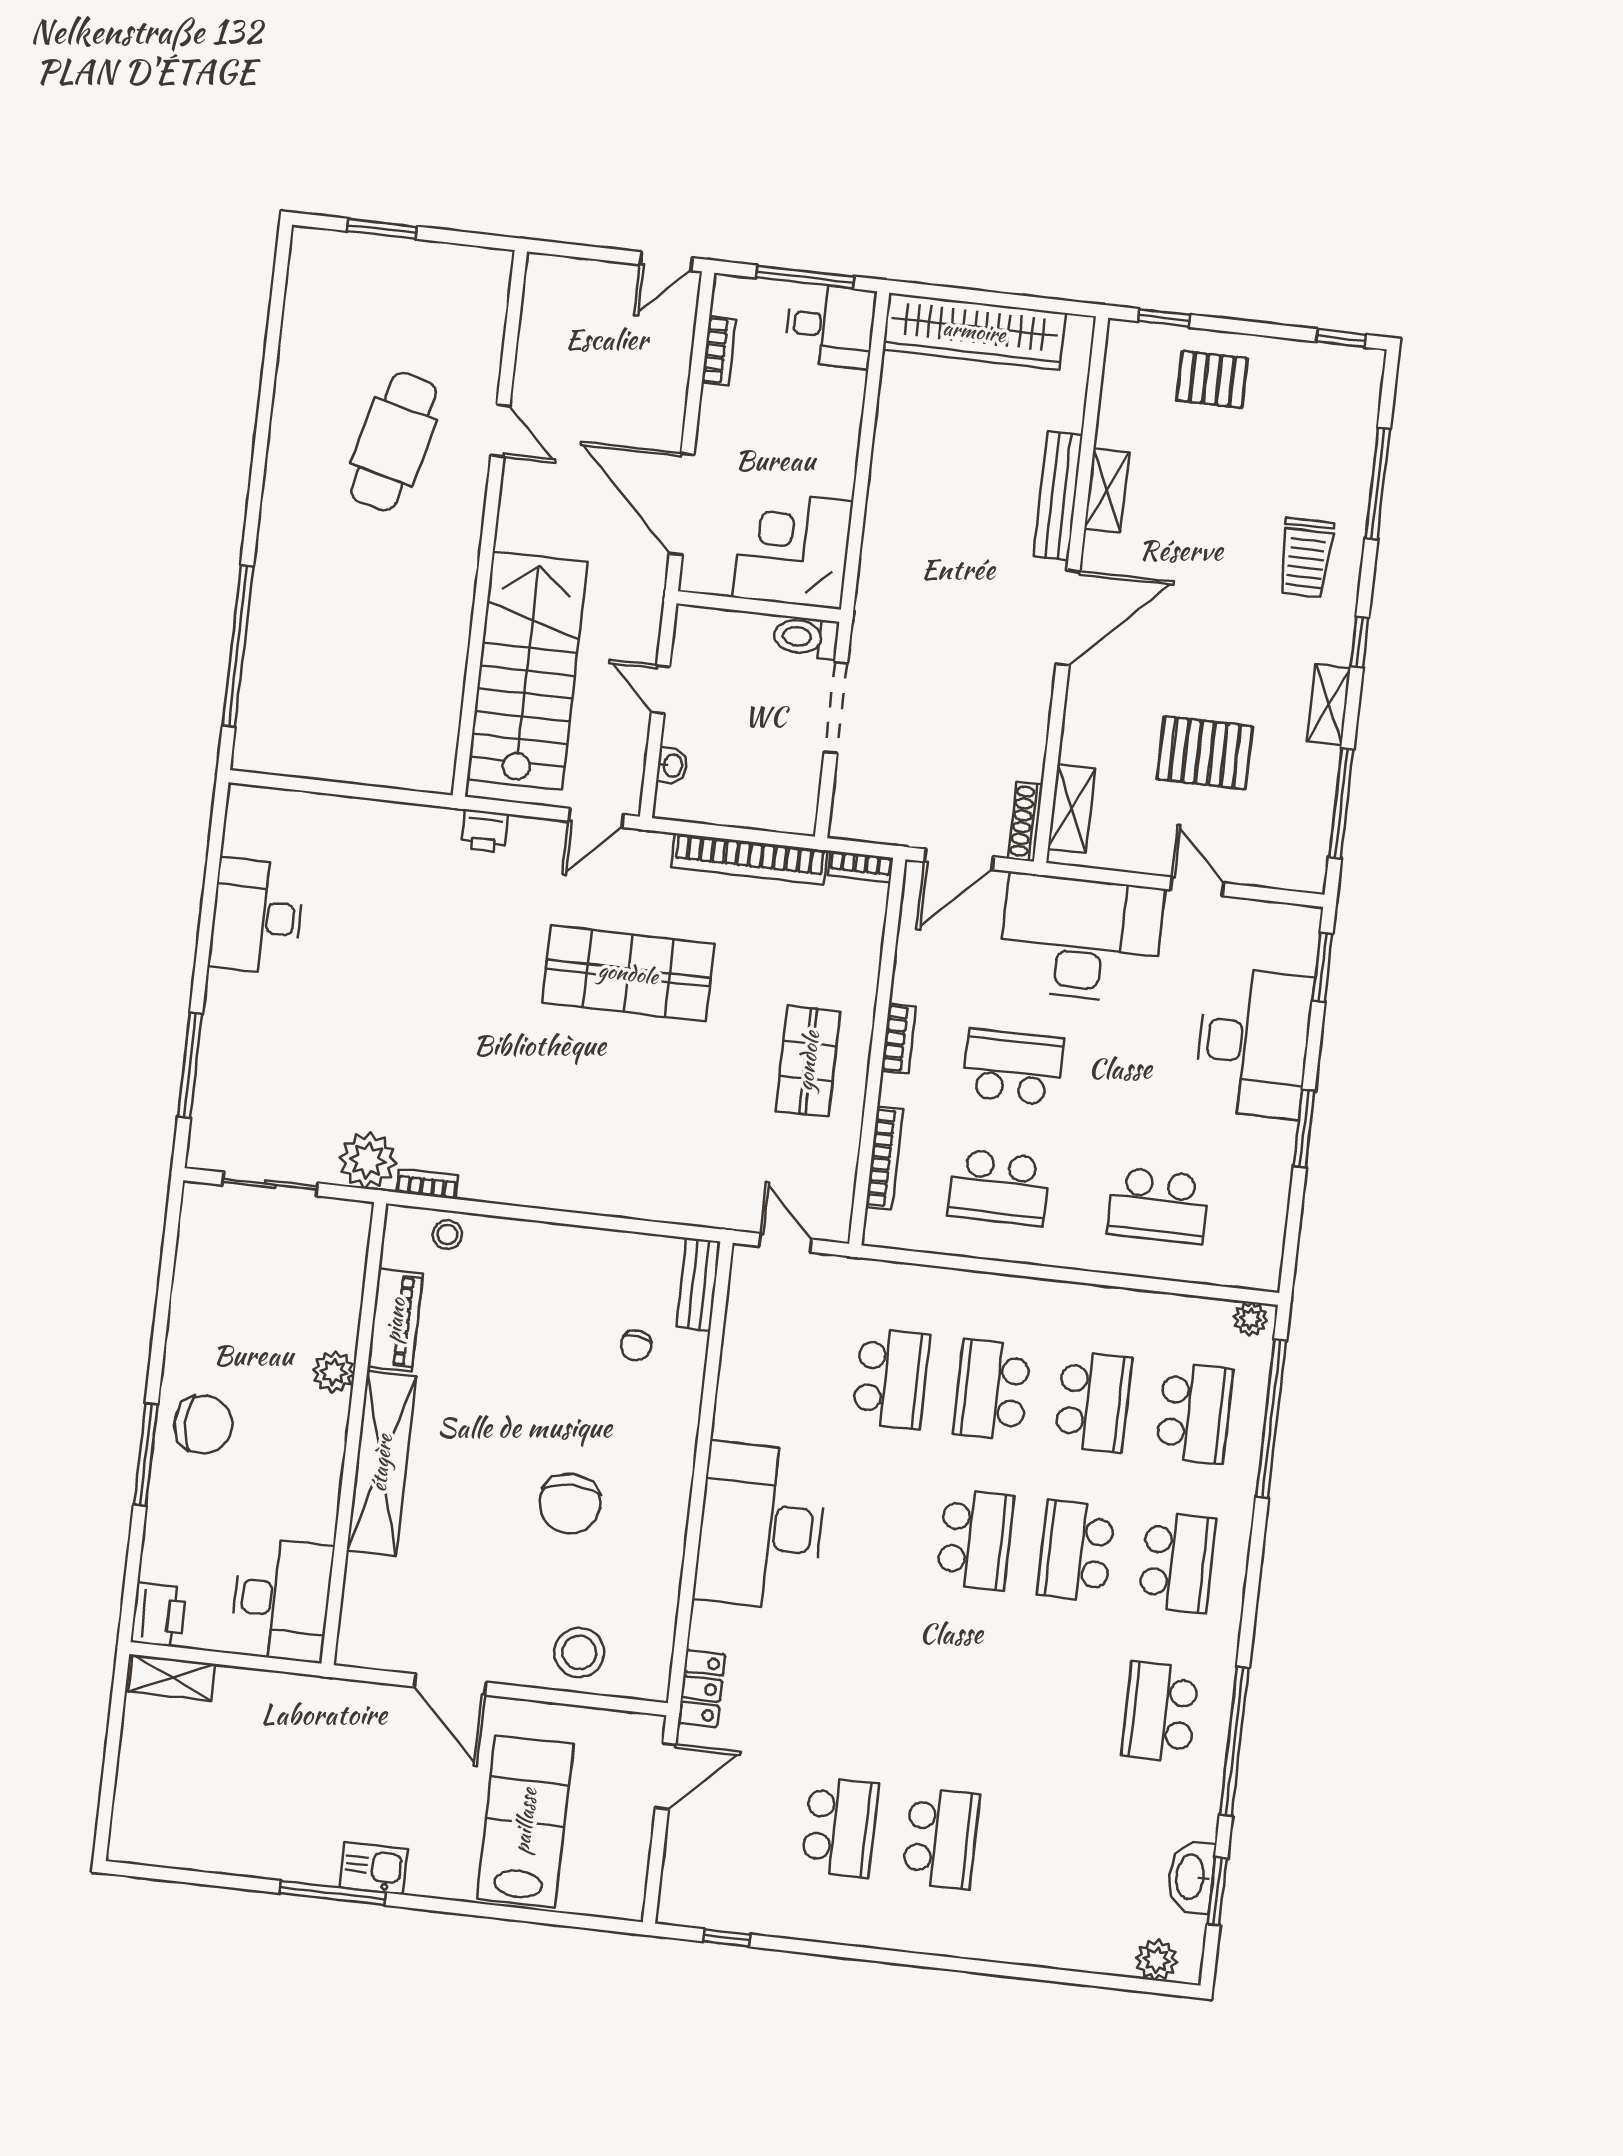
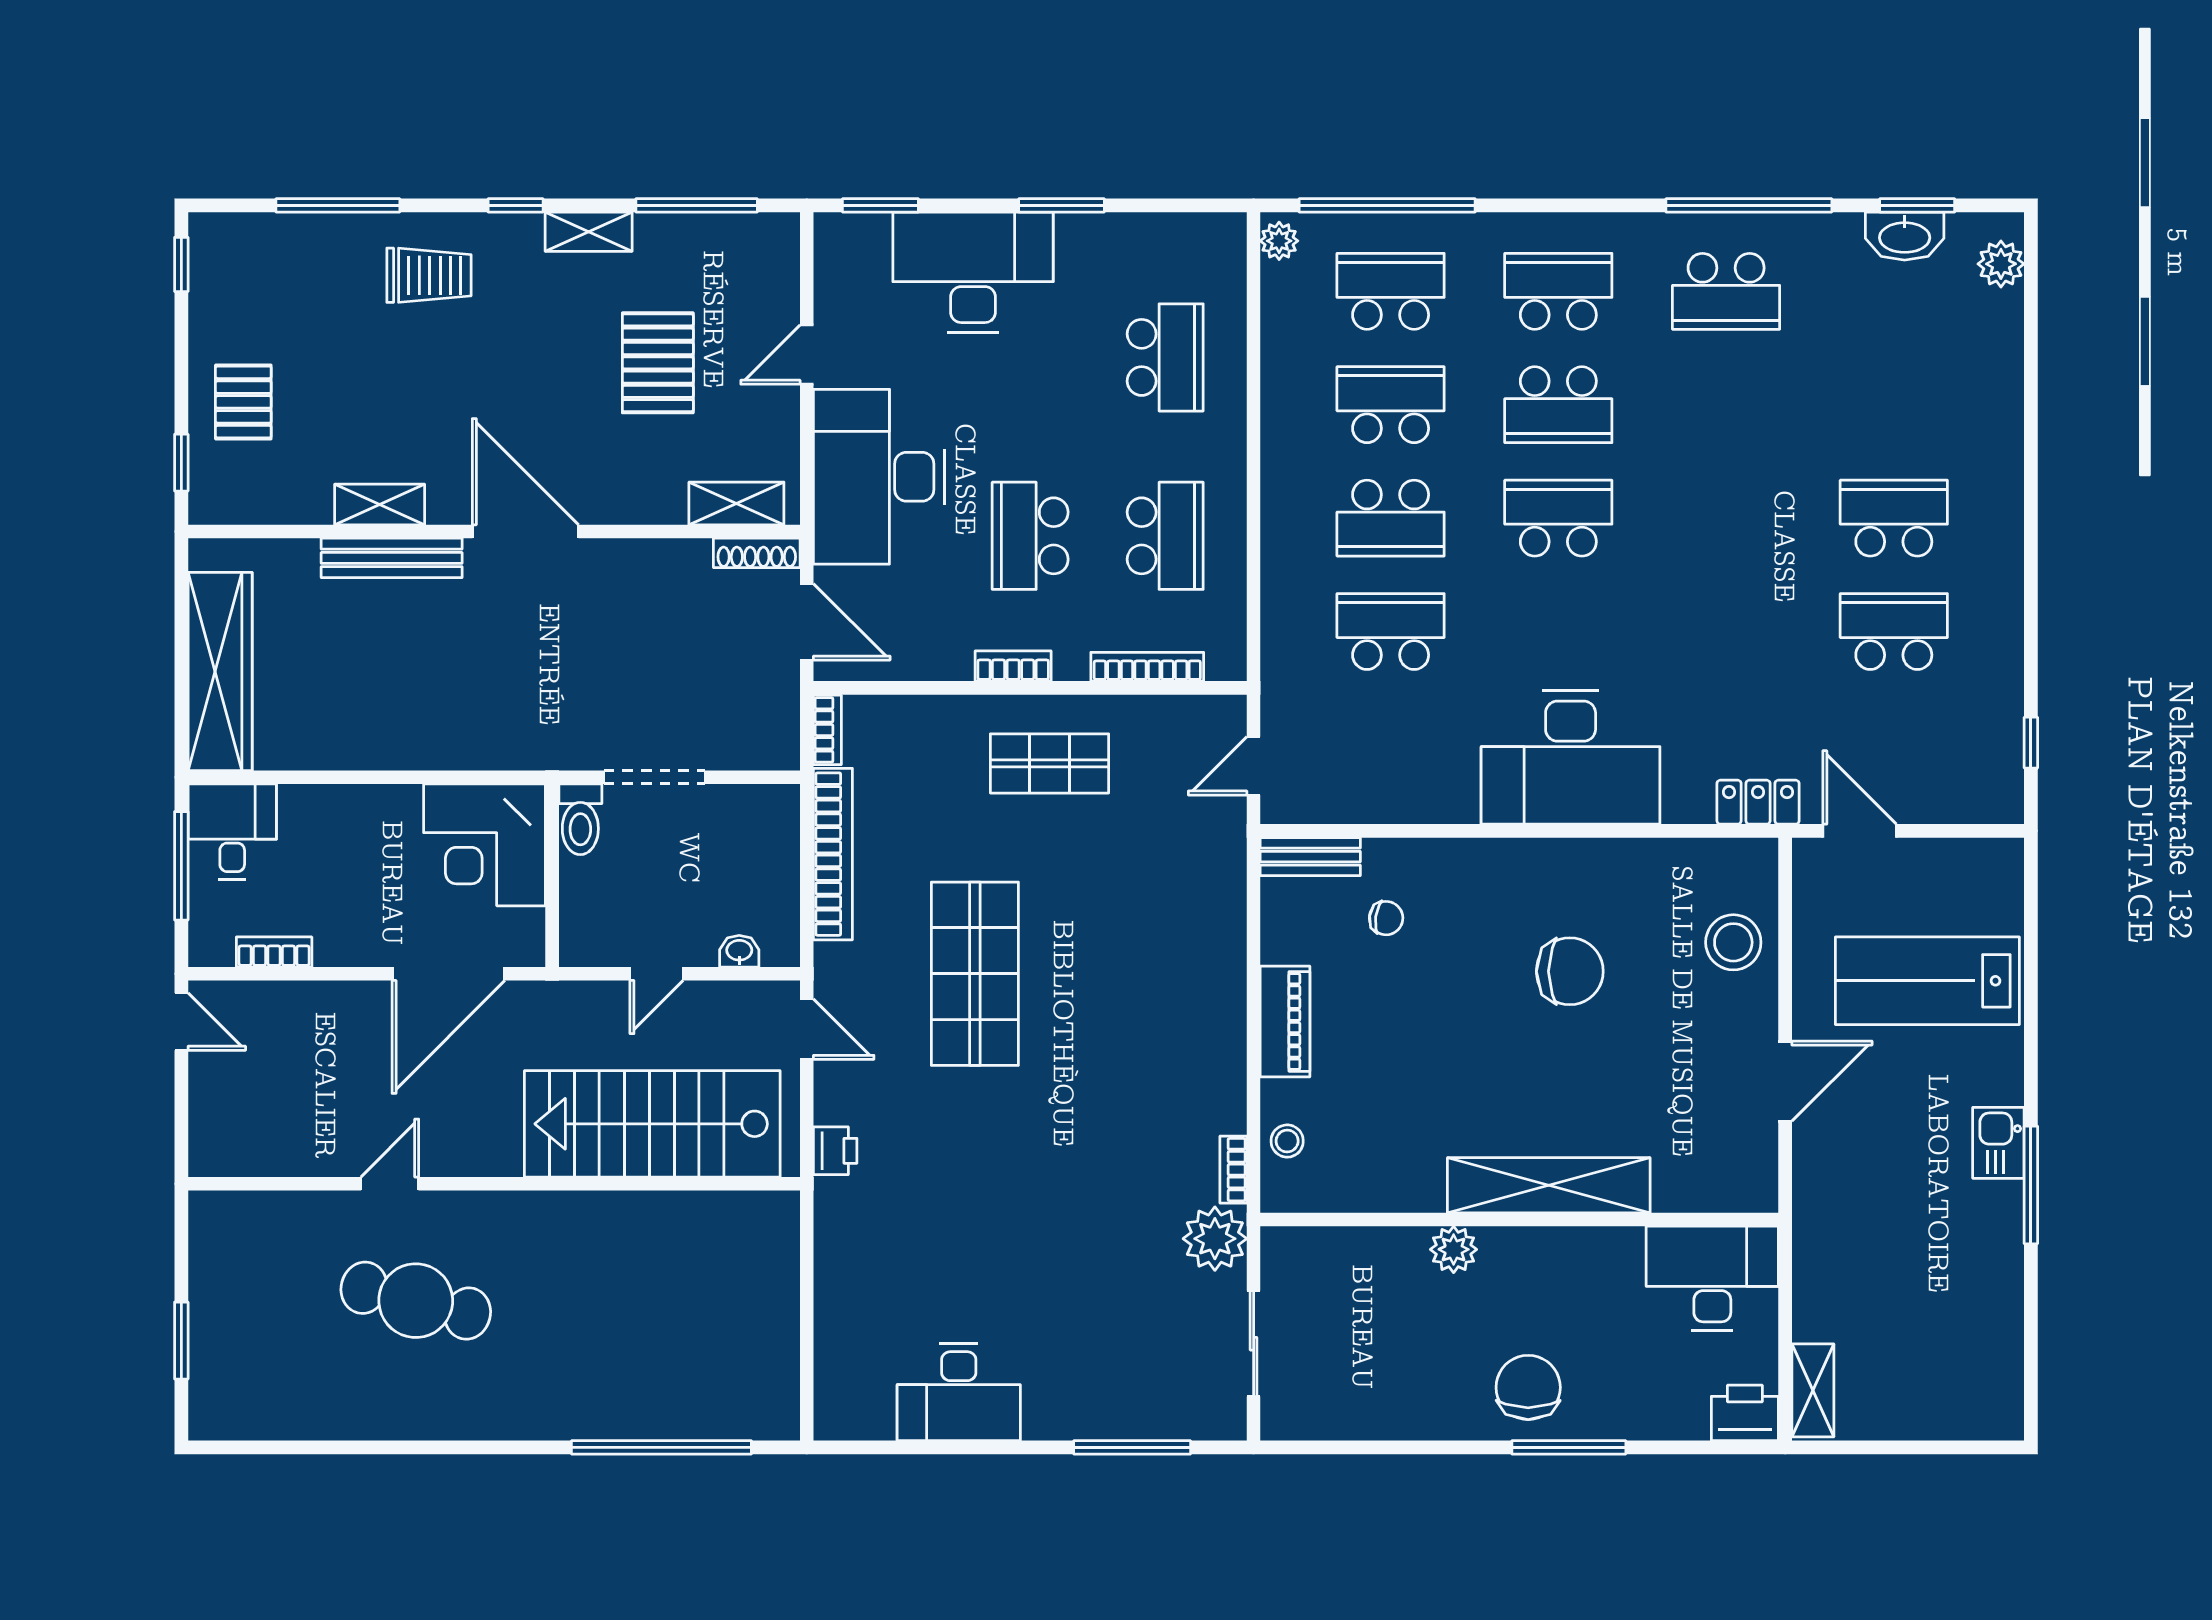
piano: (395, 1320) -> (1285, 1021), moved, turned 90

